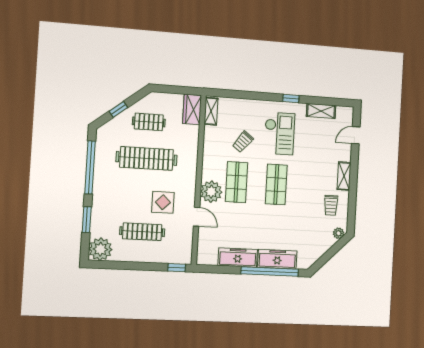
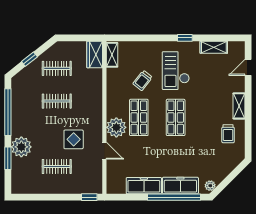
checkout: (279, 133) -> (176, 71), turned 180
clothes rail: (147, 158) -> (57, 101), width x0.54, depth x0.76
clothes rail: (142, 232) -> (57, 166), width x0.73
plant: (338, 233) -> (210, 186), moved
plant: (100, 249) -> (21, 147), moved

